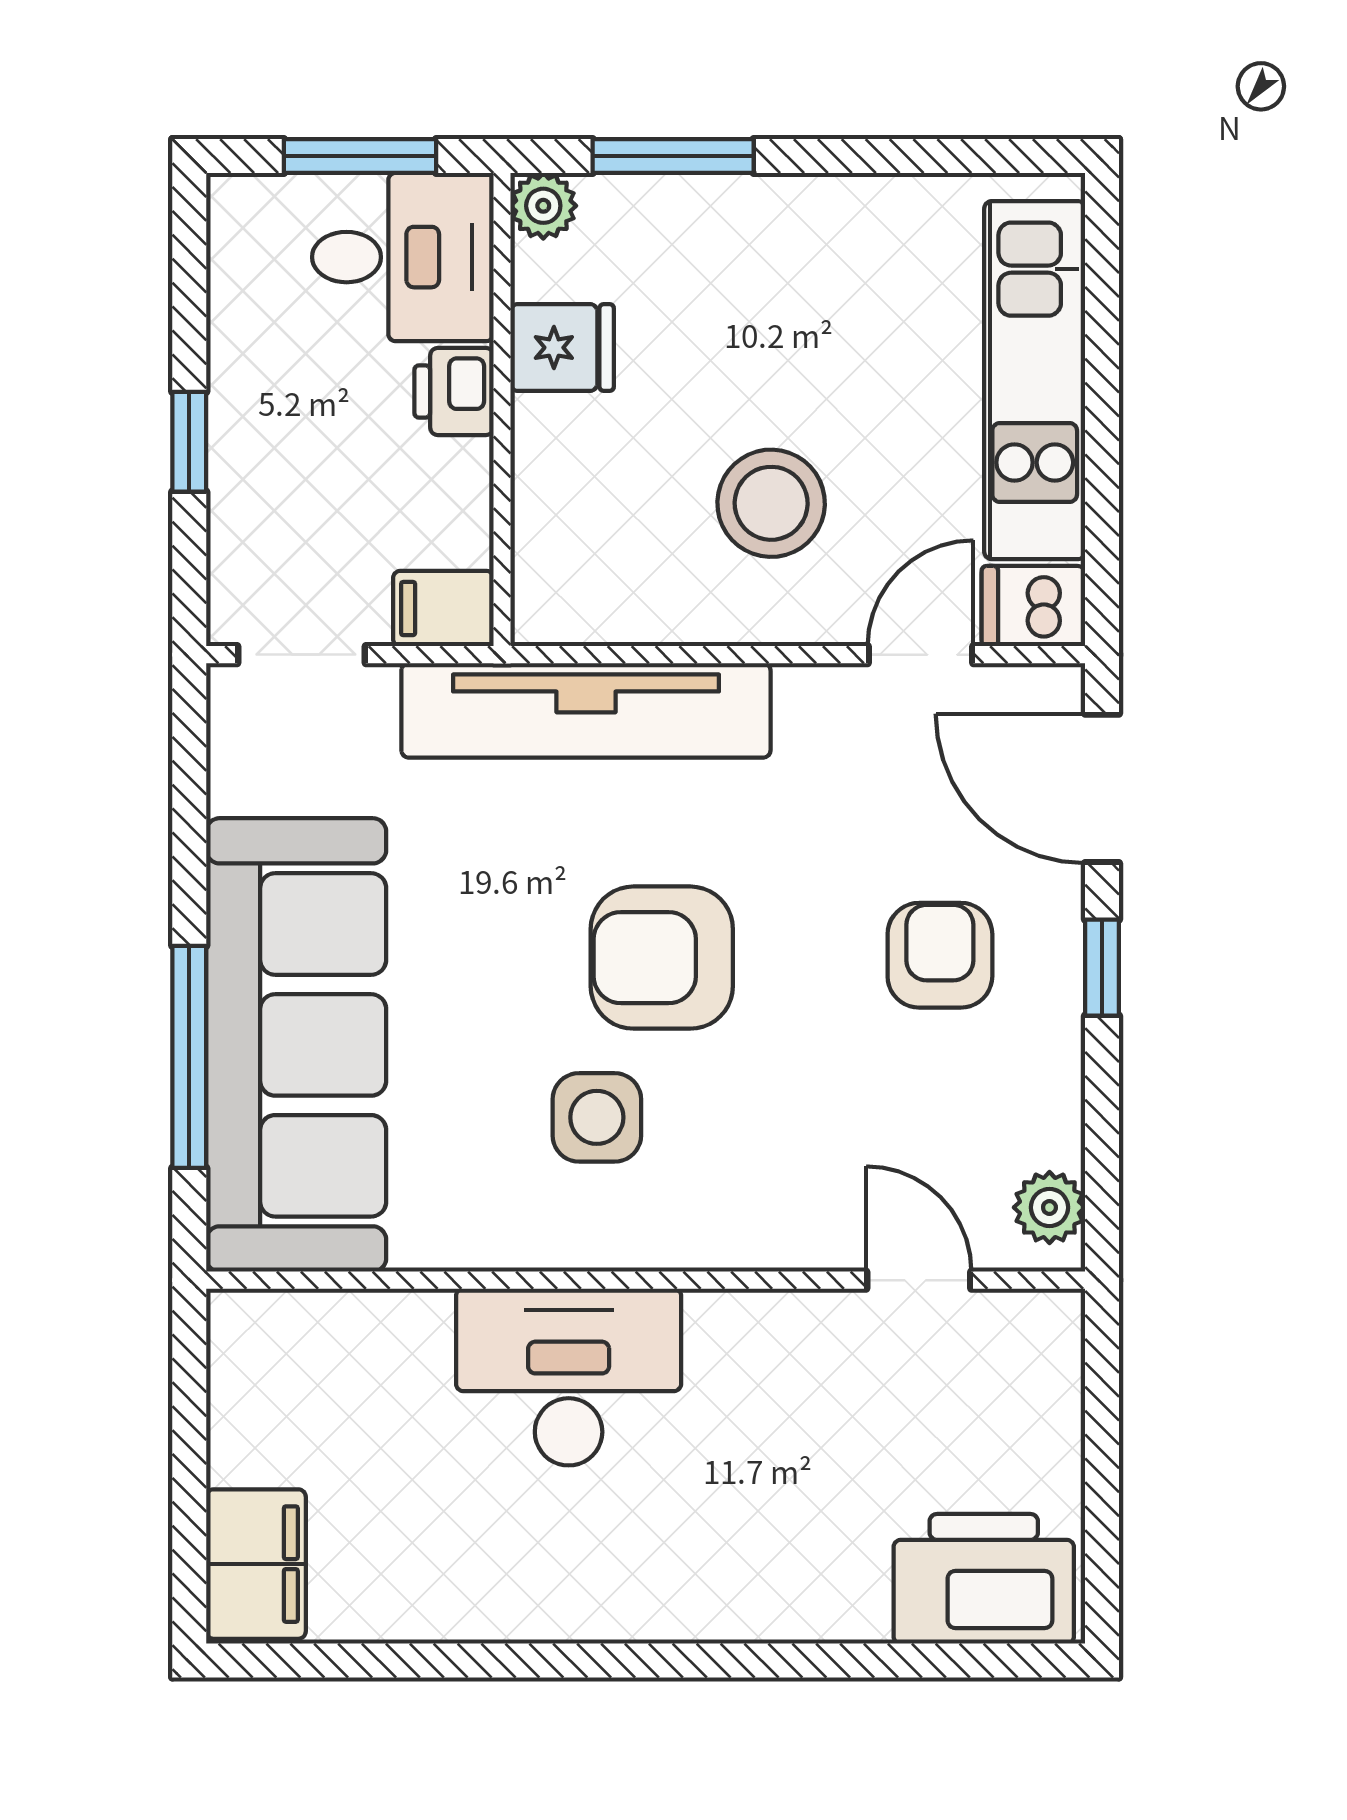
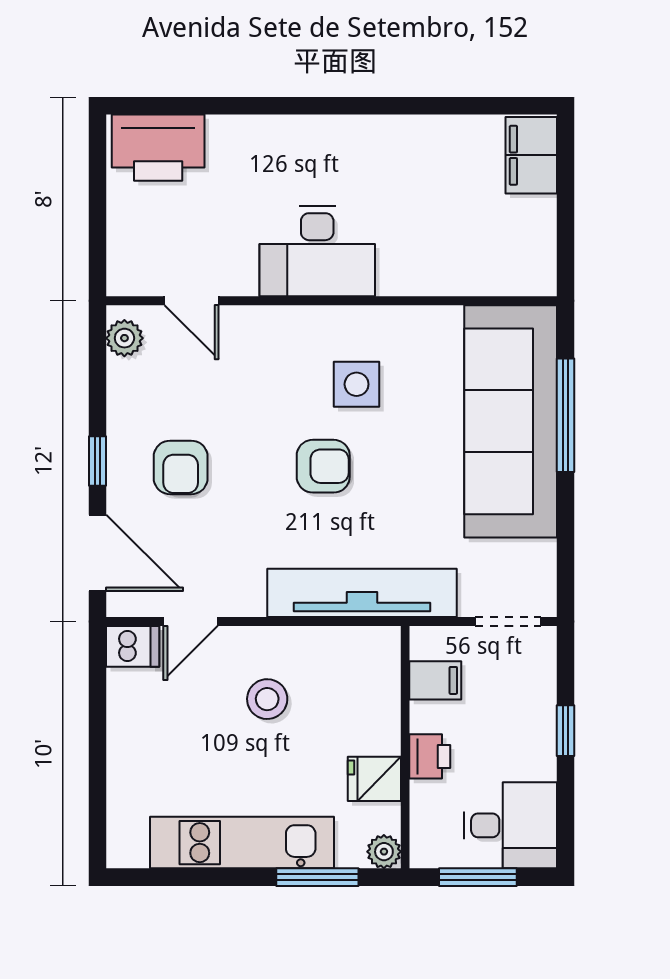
desk: (403, 257) -> (510, 825), moved, turned 180
kitchen unit: (1035, 380) -> (242, 843), moved, turned -90
stool: (771, 503) -> (267, 699), width x0.73, depth x0.73
filing cabinet: (443, 609) -> (435, 680), moved
armchair: (662, 958) -> (323, 466), width x0.72, depth x0.72
desk: (569, 1377) -> (317, 251), moved

